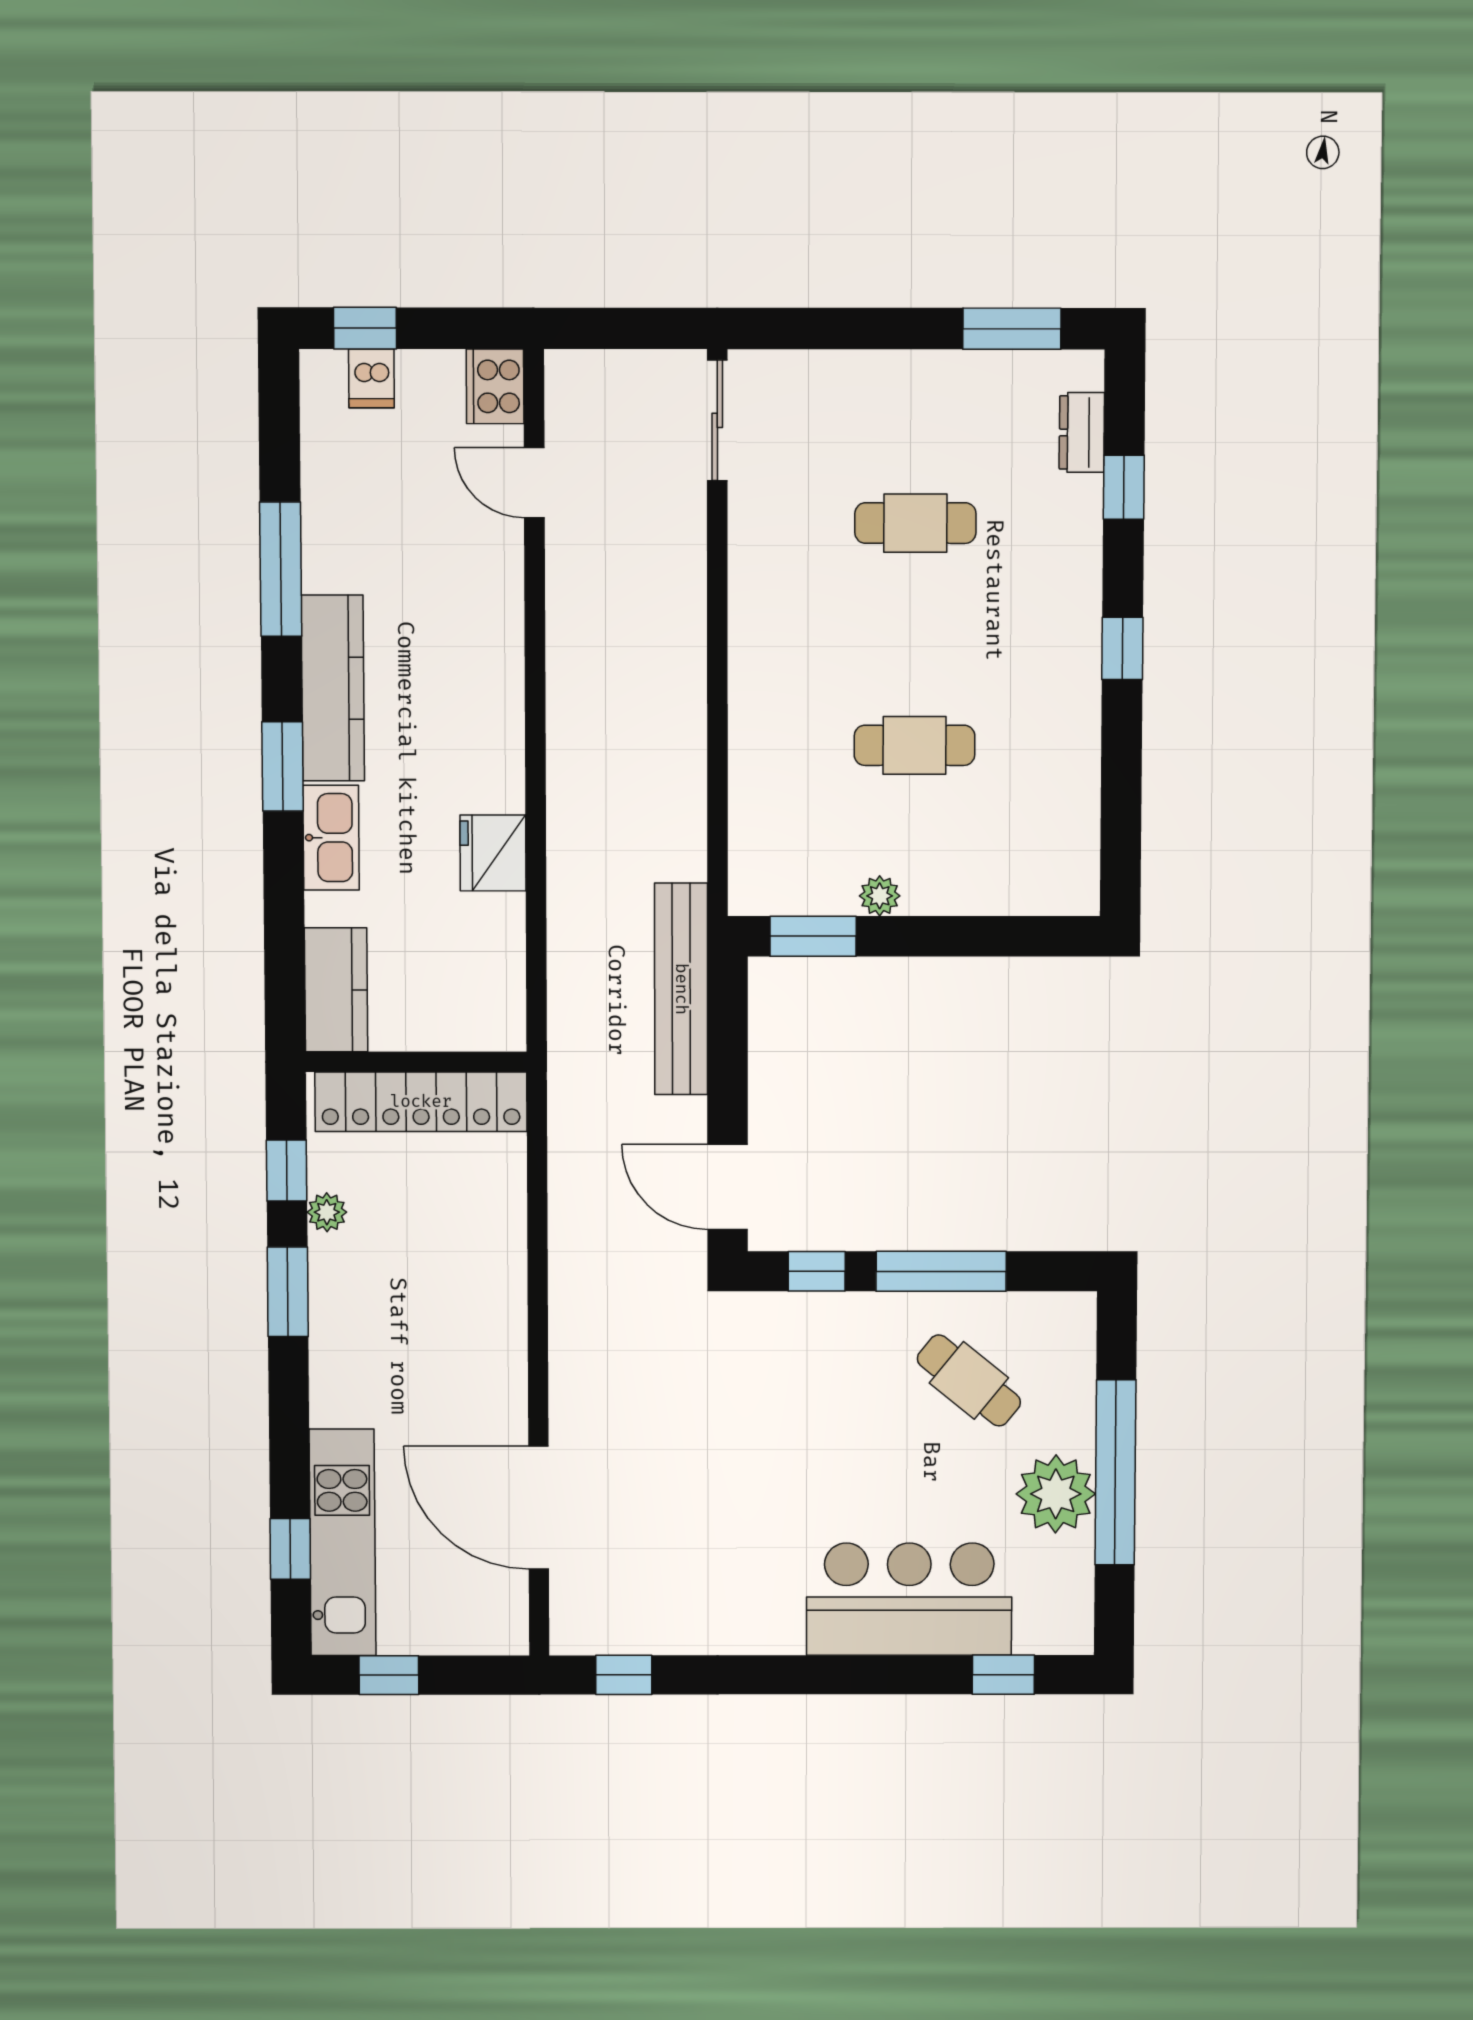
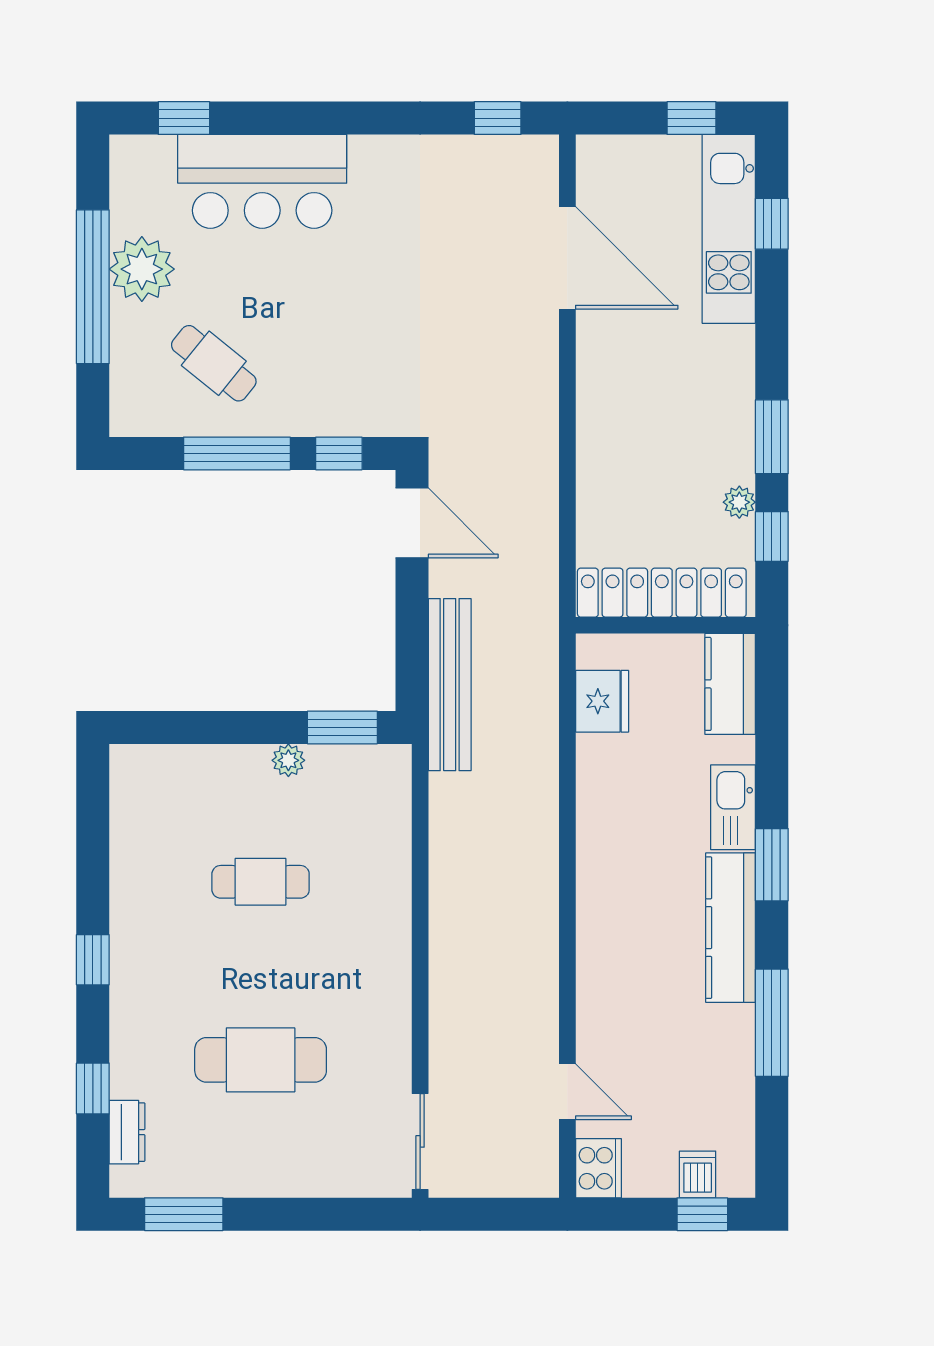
cafe table: (915, 523) -> (261, 1060), width x1.37, depth x1.35
fridge: (493, 853) -> (602, 701), moved

